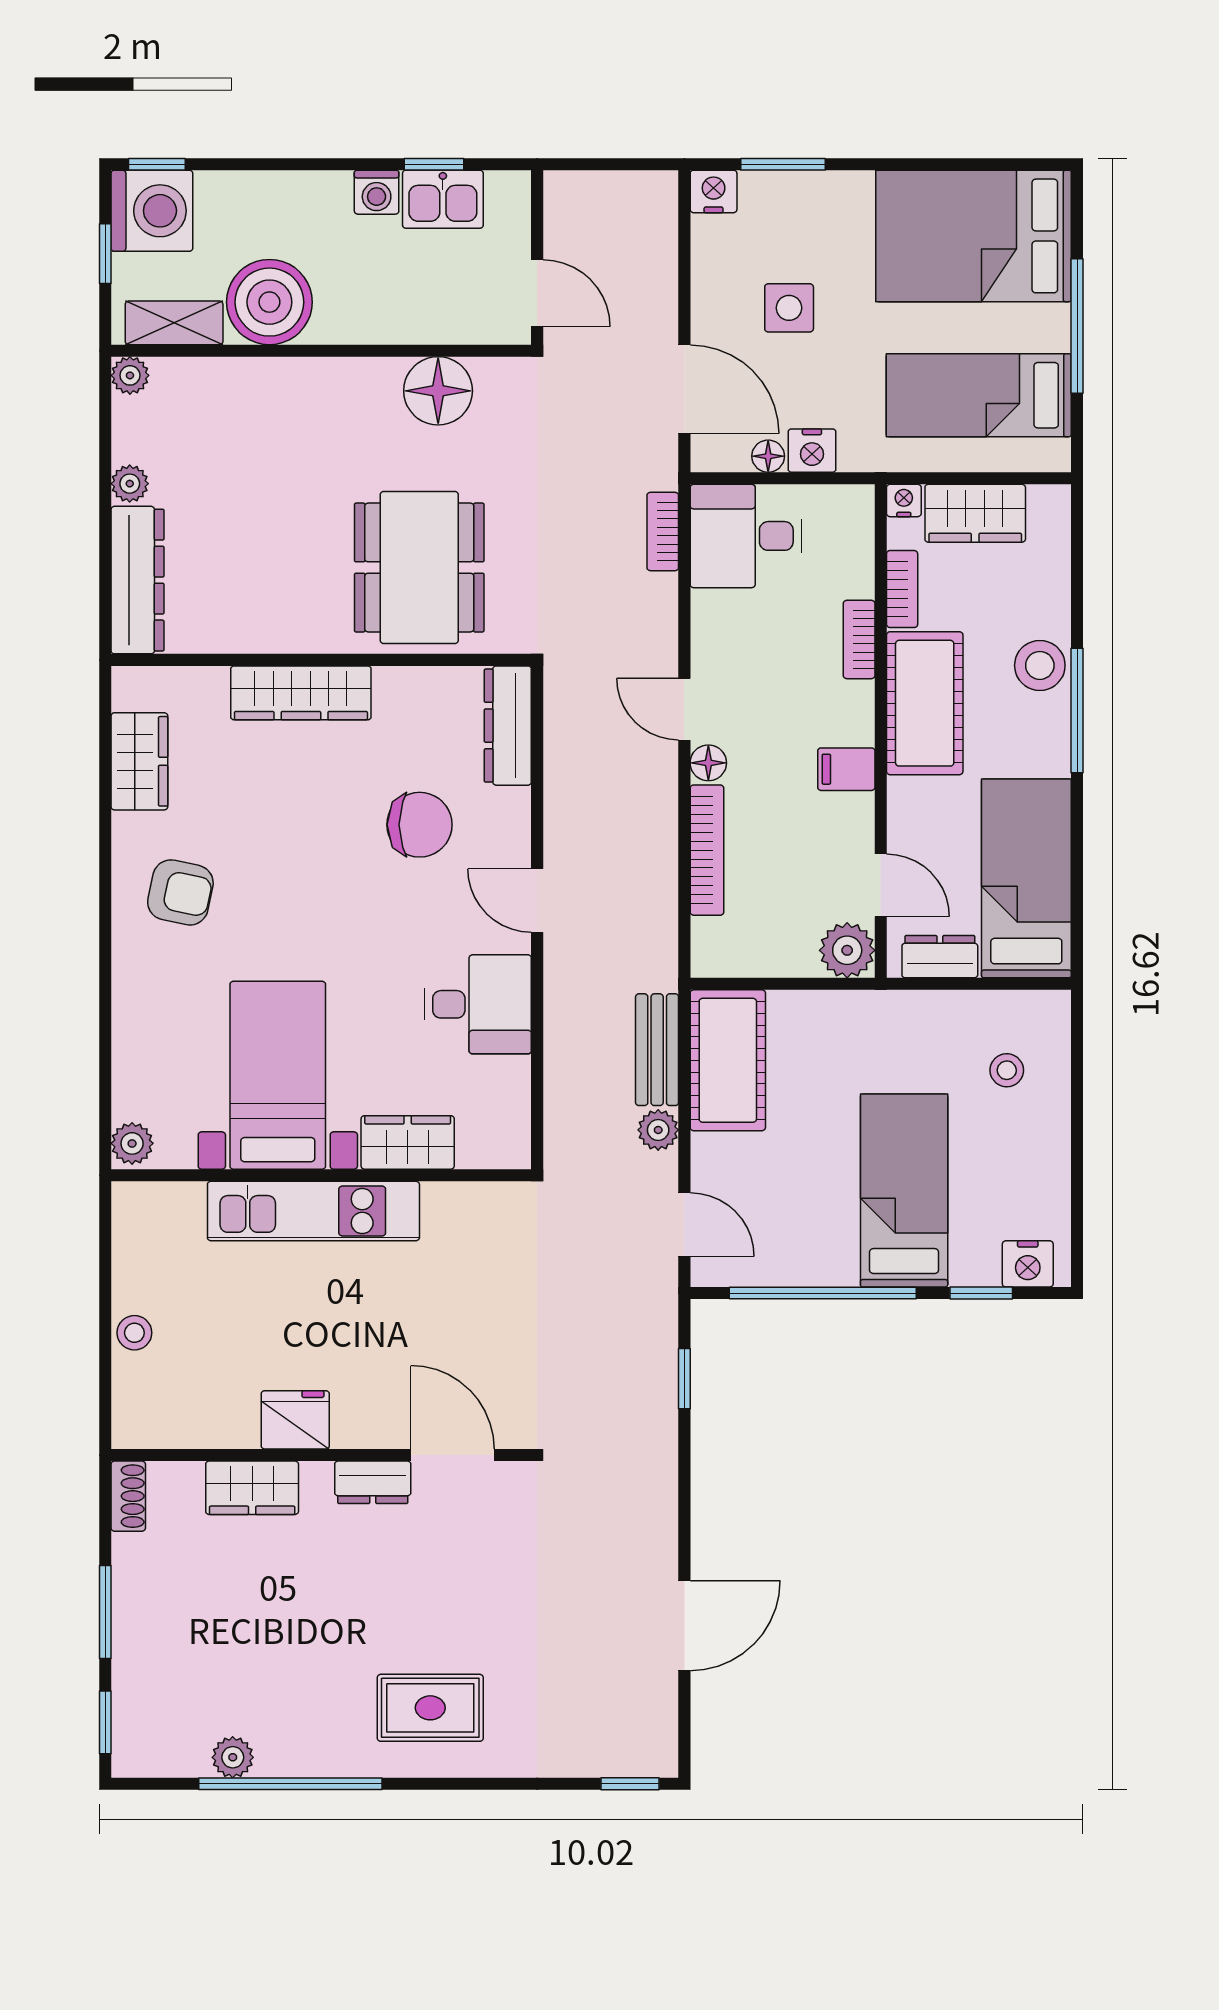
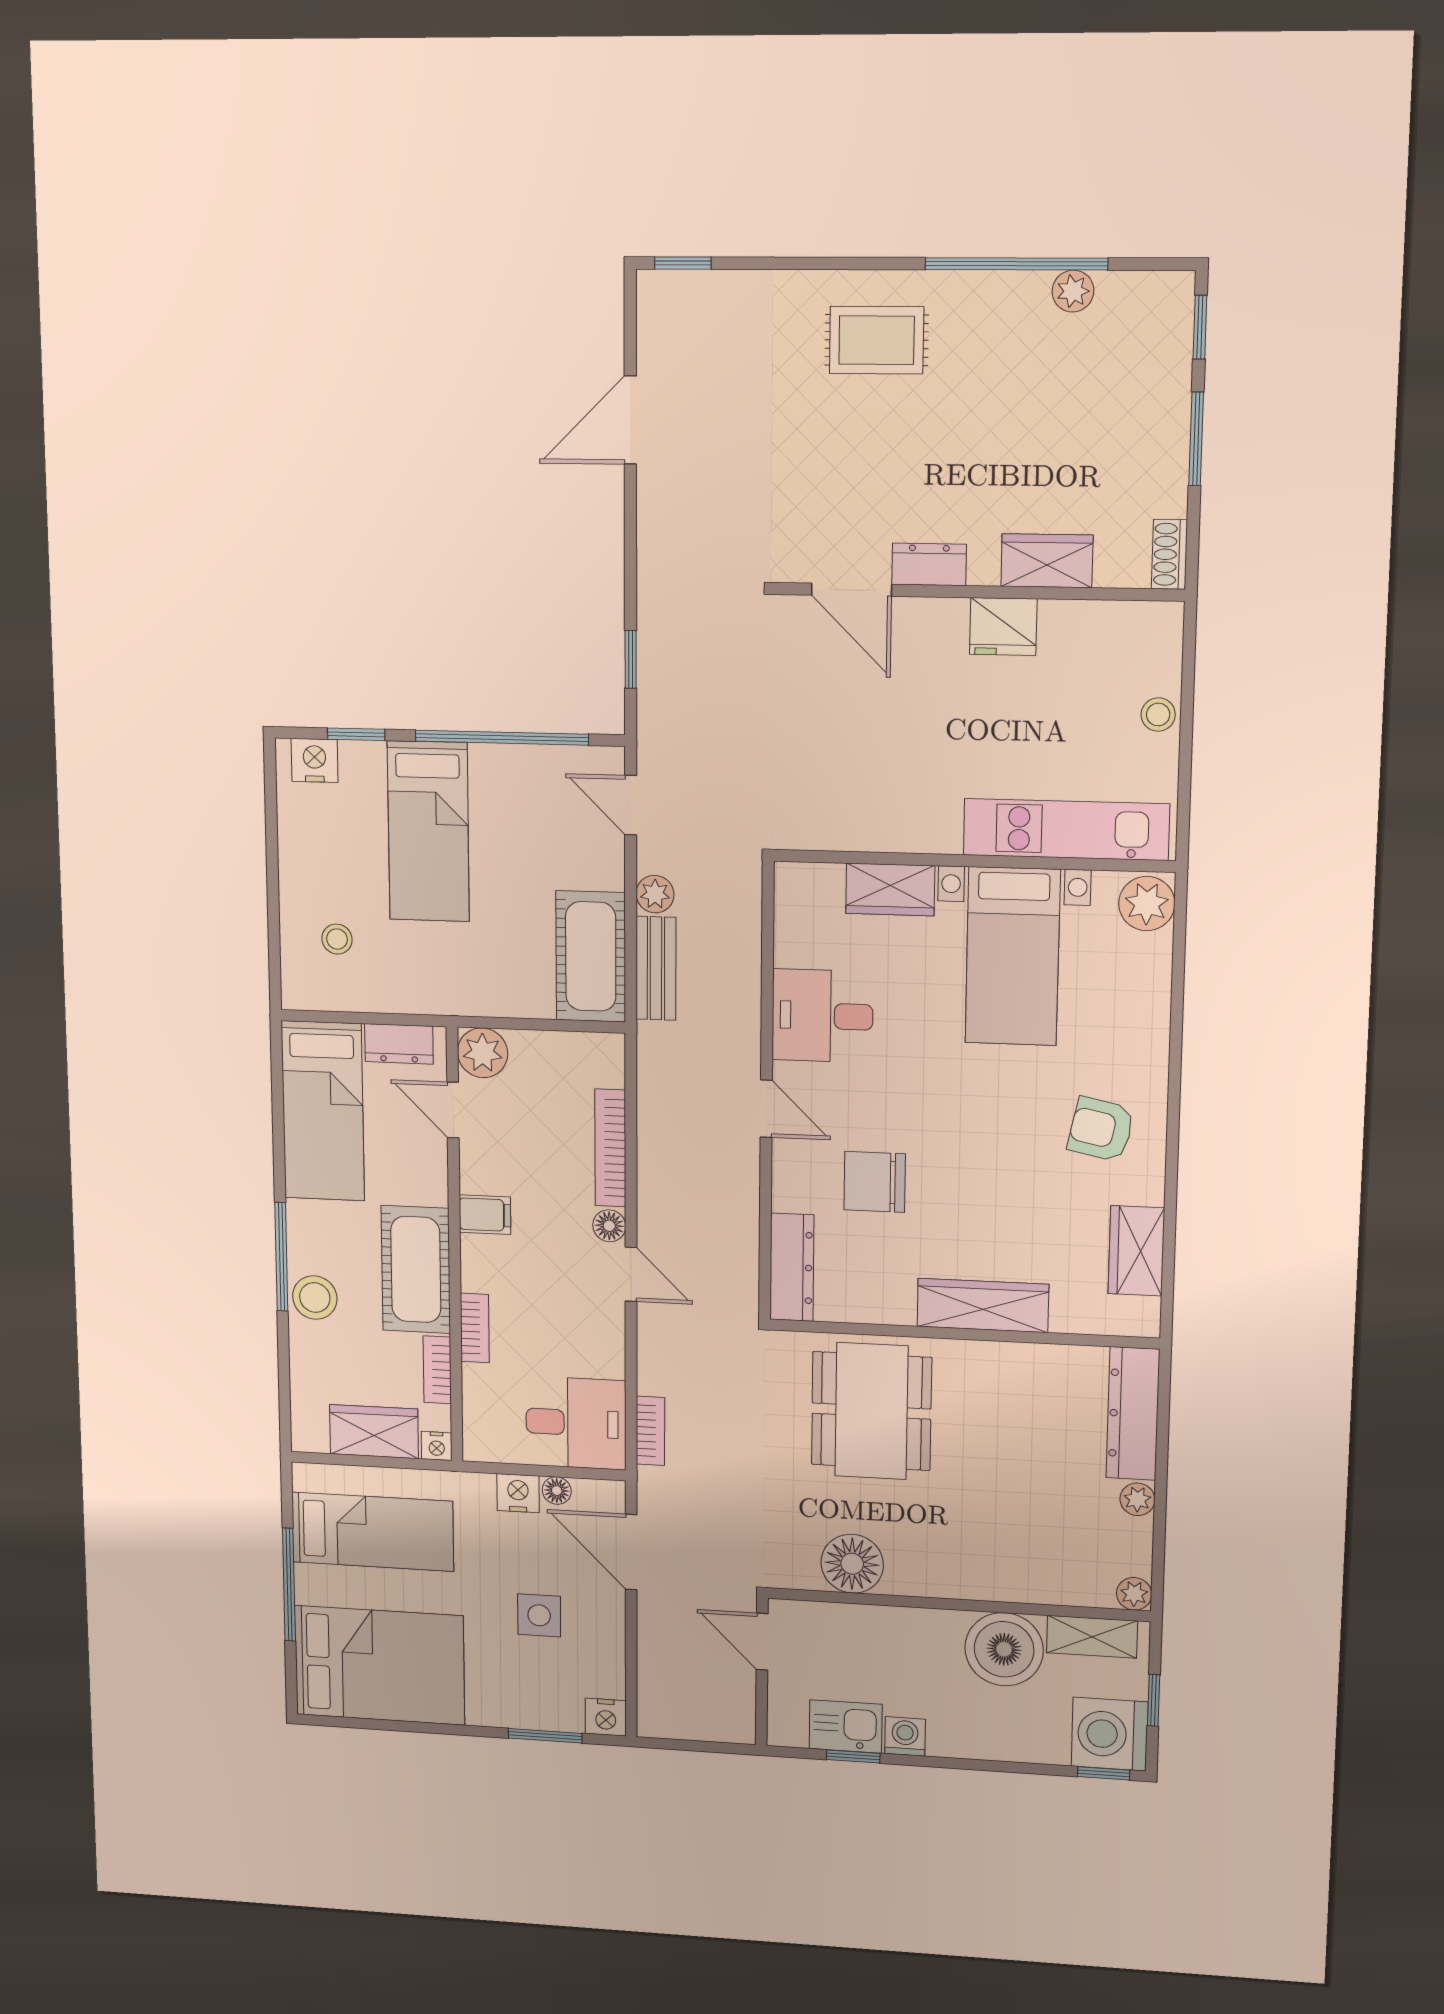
plant: (132, 1143) -> (1147, 904), width x1.38, depth x1.38
kitchen unit: (313, 1211) -> (1066, 830), moved

